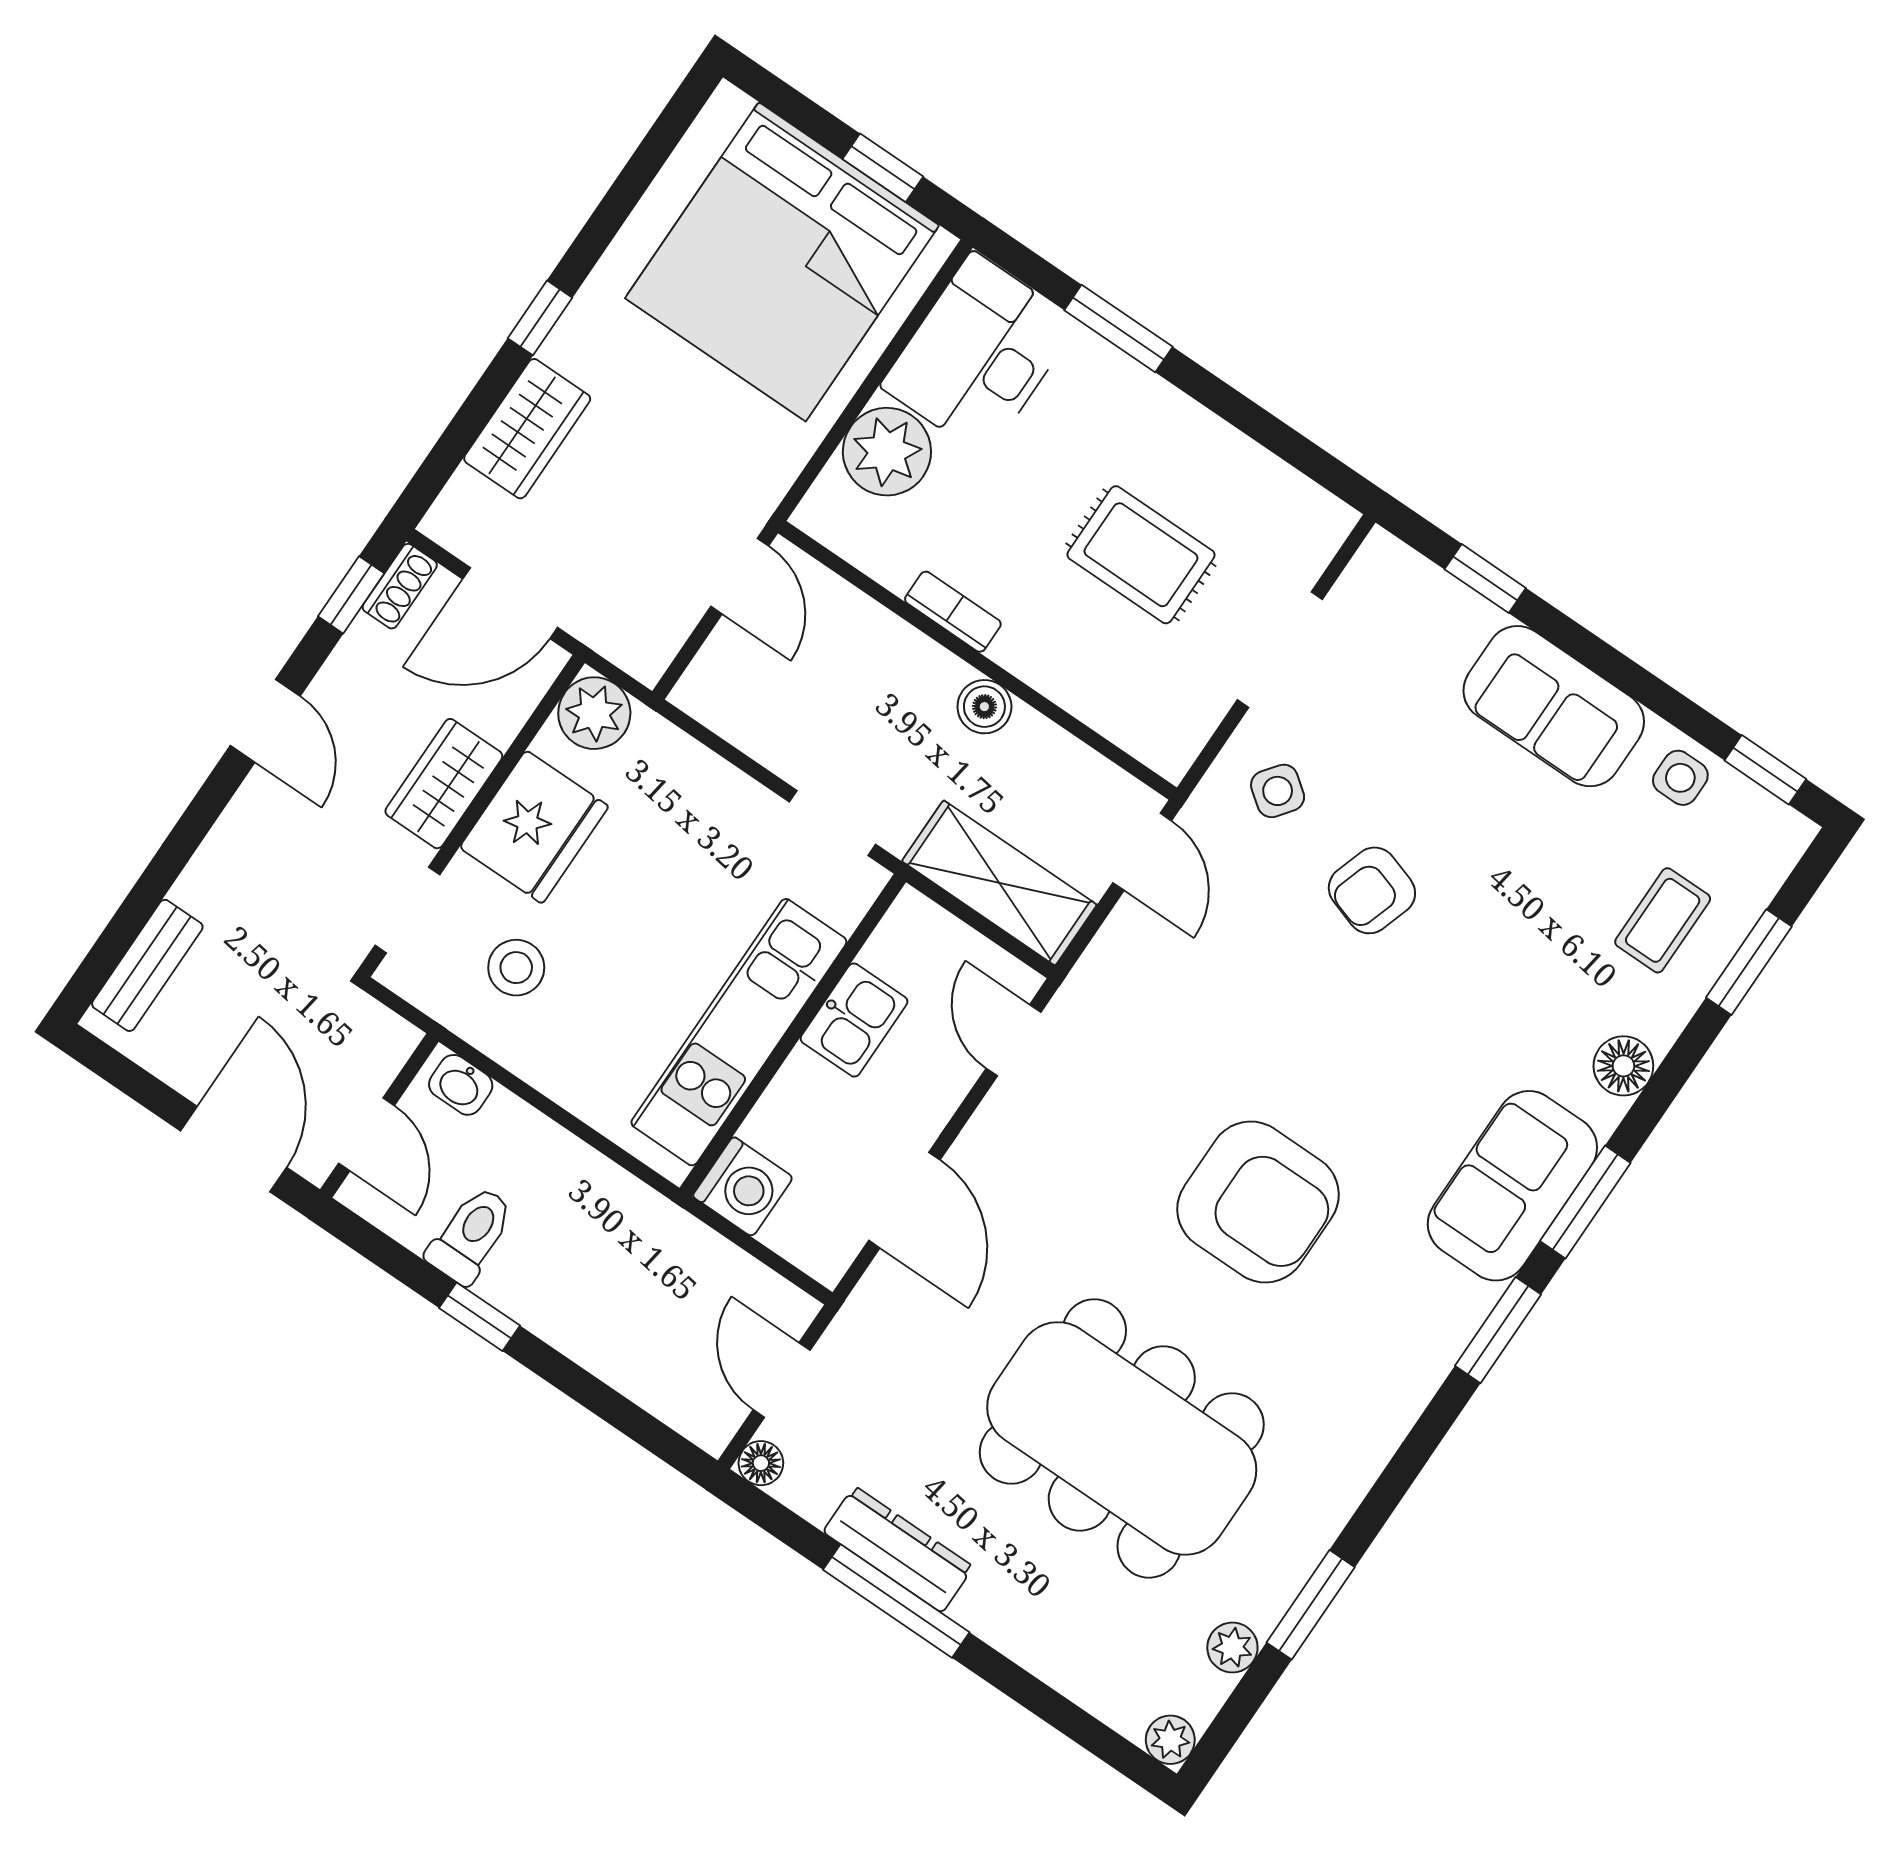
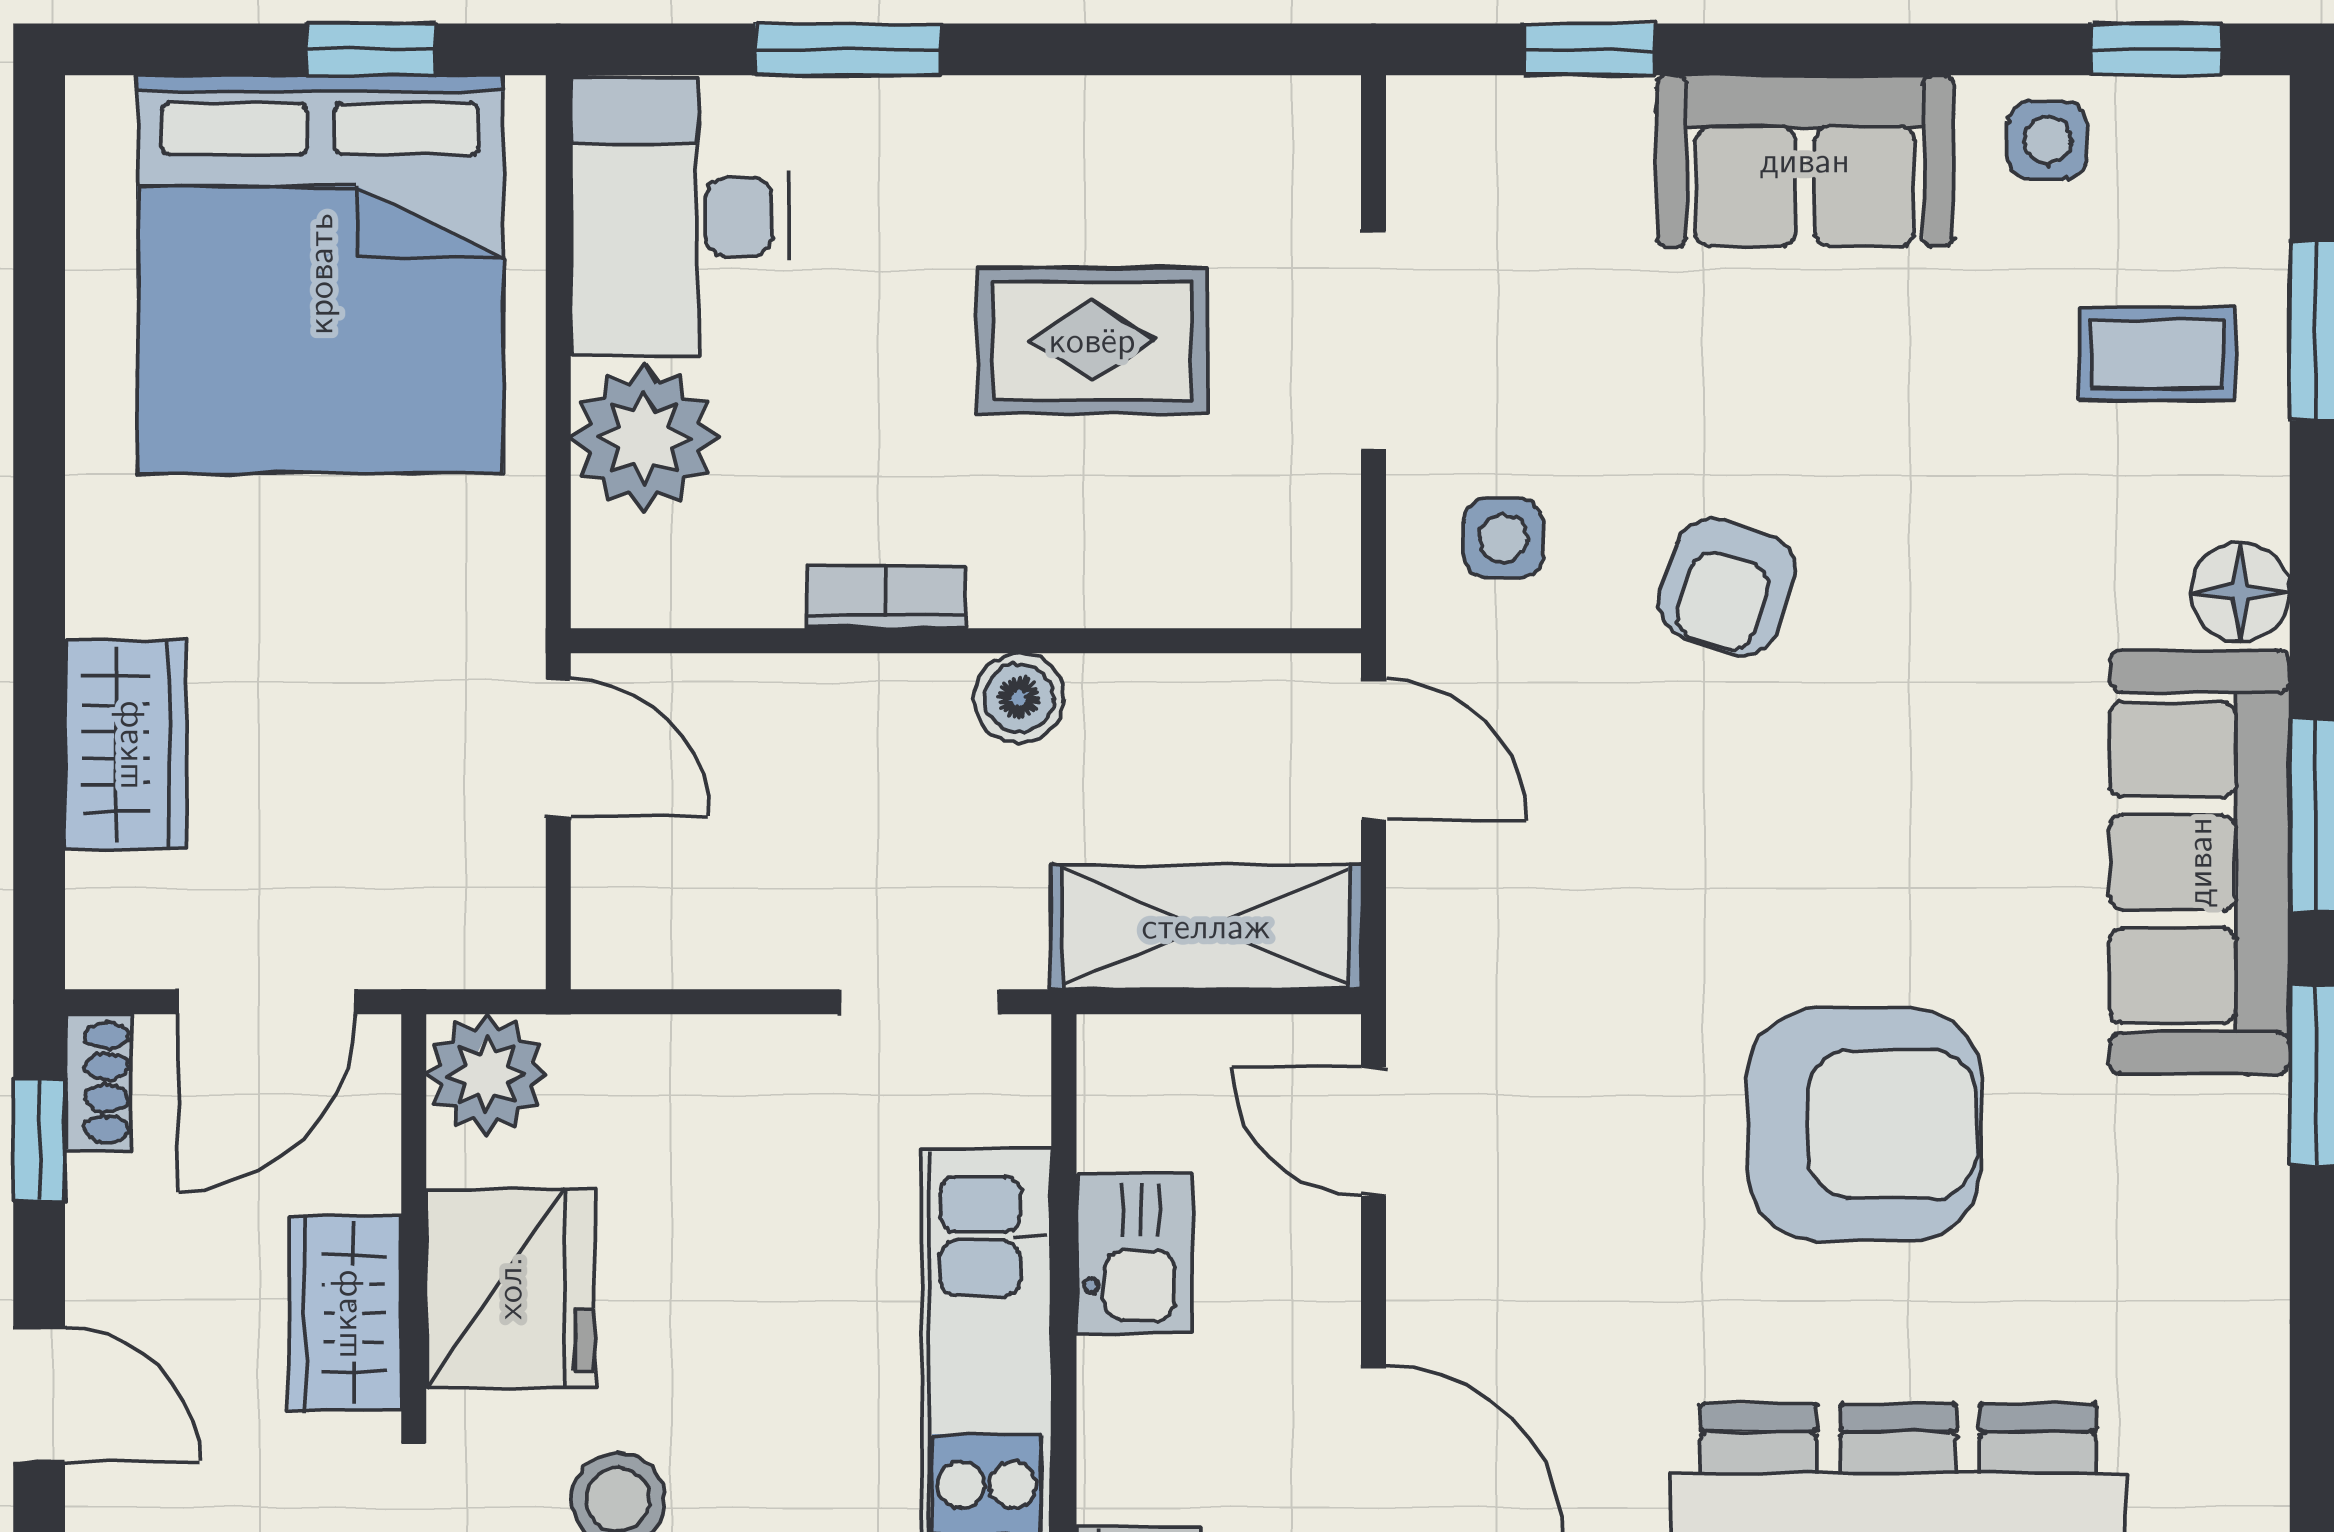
window: (540, 318) -> (39, 580), removed
side table: (1278, 791) -> (1503, 538), turned -37
coffee table: (1663, 920) -> (2157, 354), turned 90
sofa: (1512, 1186) -> (2200, 862), width x1.36

